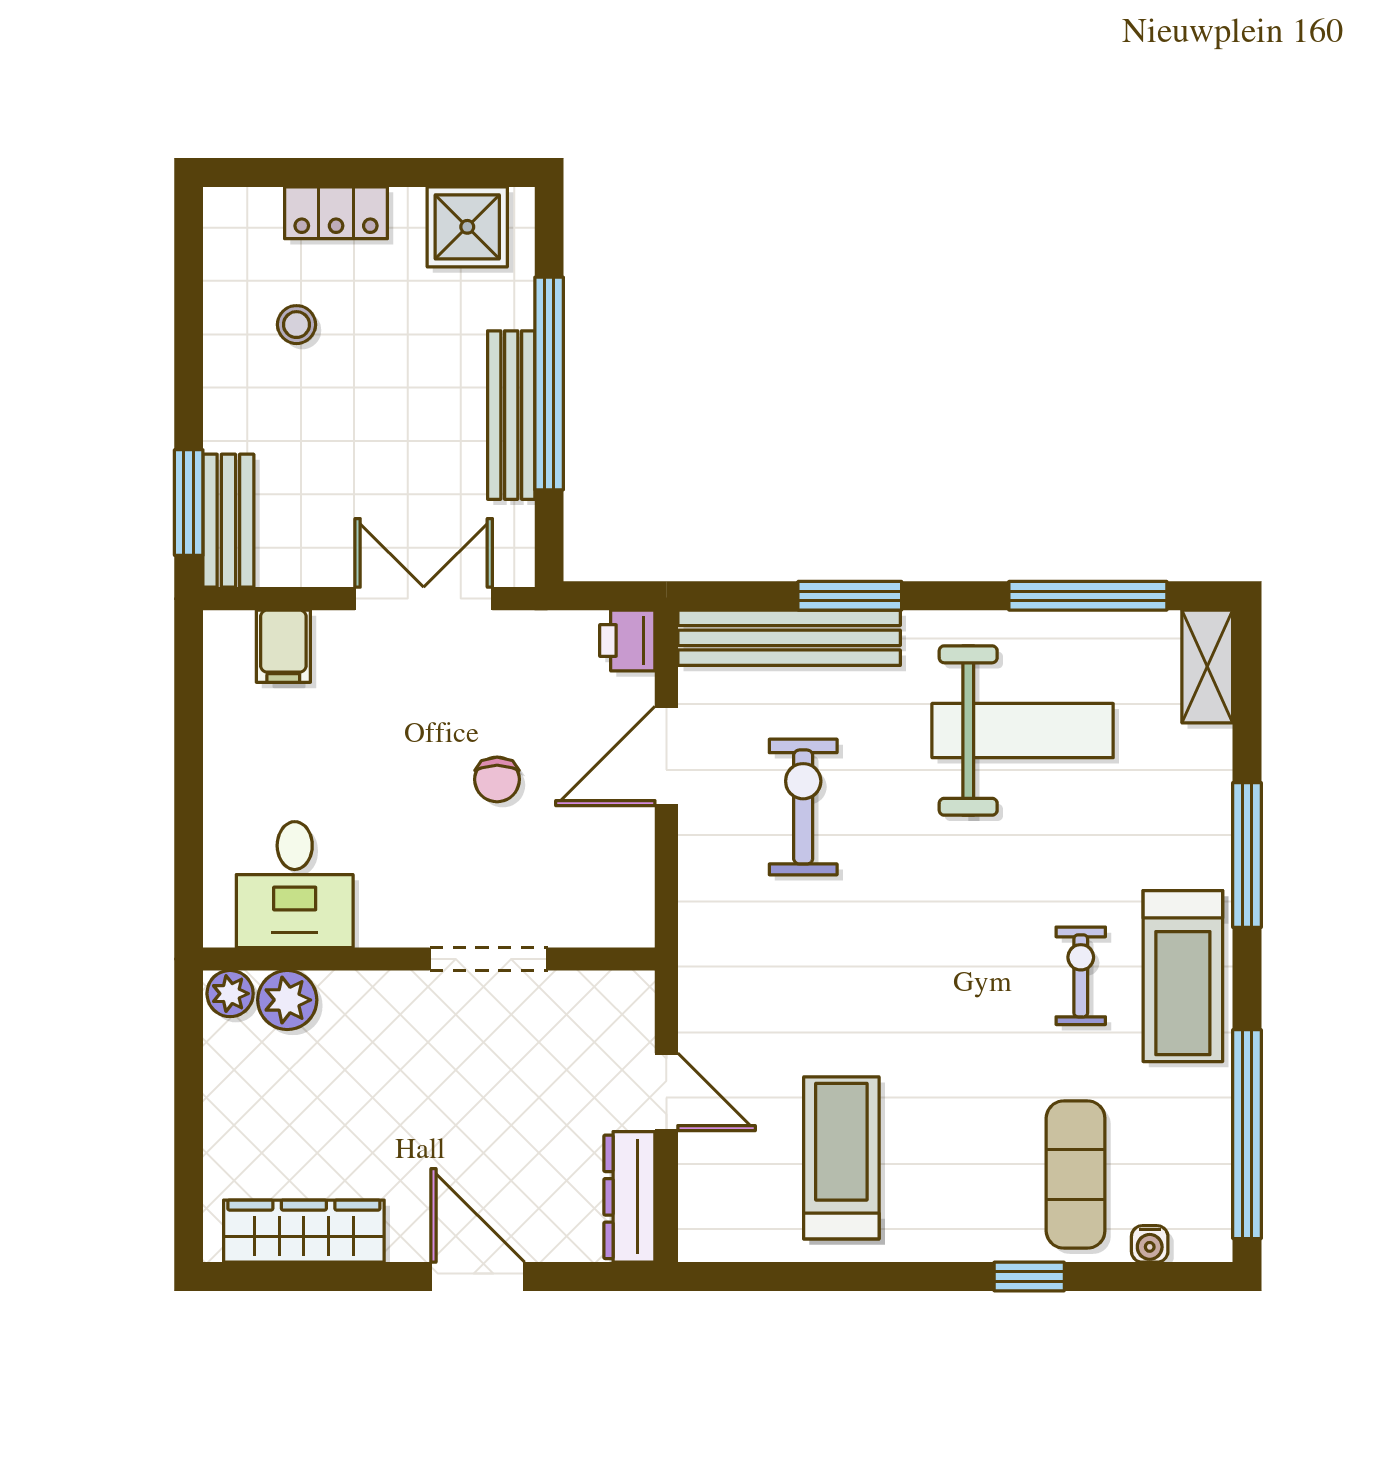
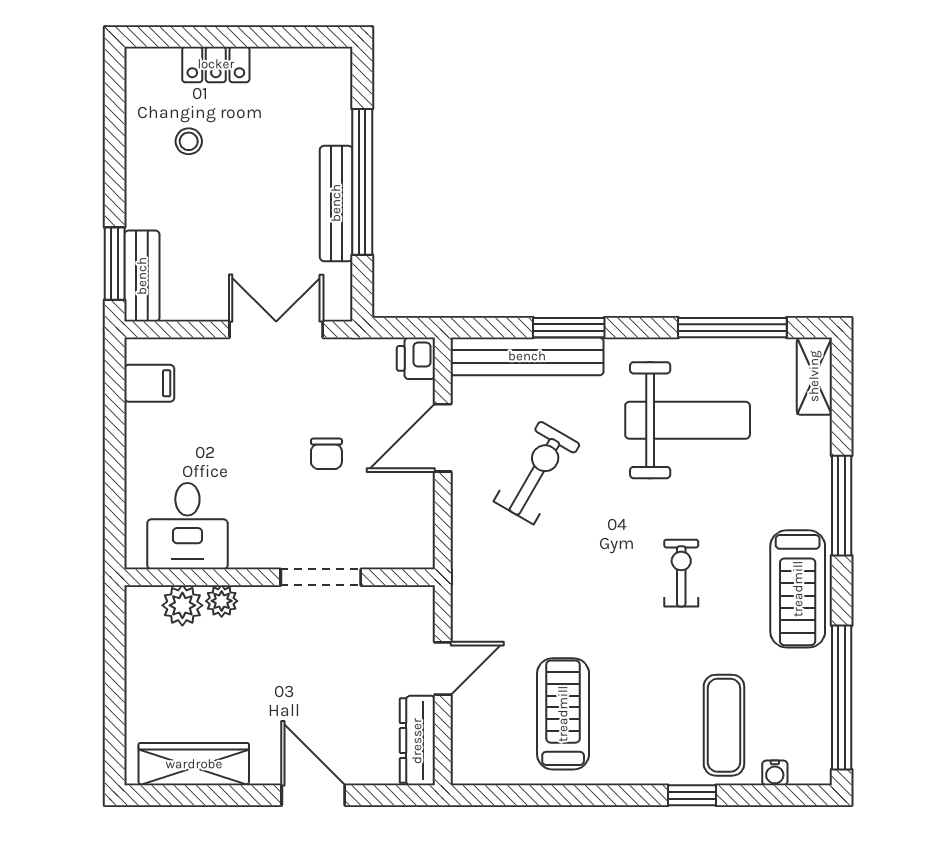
shower: (467, 227) -> (306, 74), removed
filing cabinet: (283, 646) -> (149, 383), moved, turned -90
exercise bike: (803, 807) -> (537, 473), turned 30
exercise bike: (1081, 976) -> (681, 573), moved
plant: (230, 994) -> (222, 601), moved
door: (666, 1092) -> (443, 669), hinge flipped

